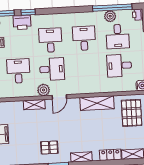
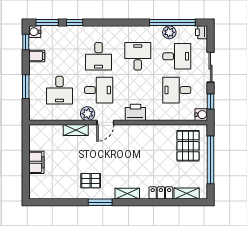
printer: (22, 22) -> (135, 112), moved, turned 180
desk: (118, 36) -> (177, 56), turned -90
desk: (50, 40) -> (99, 56), turned 180
desk: (18, 71) -> (59, 90), turned 180
shelving: (97, 103) -> (149, 132), removed

